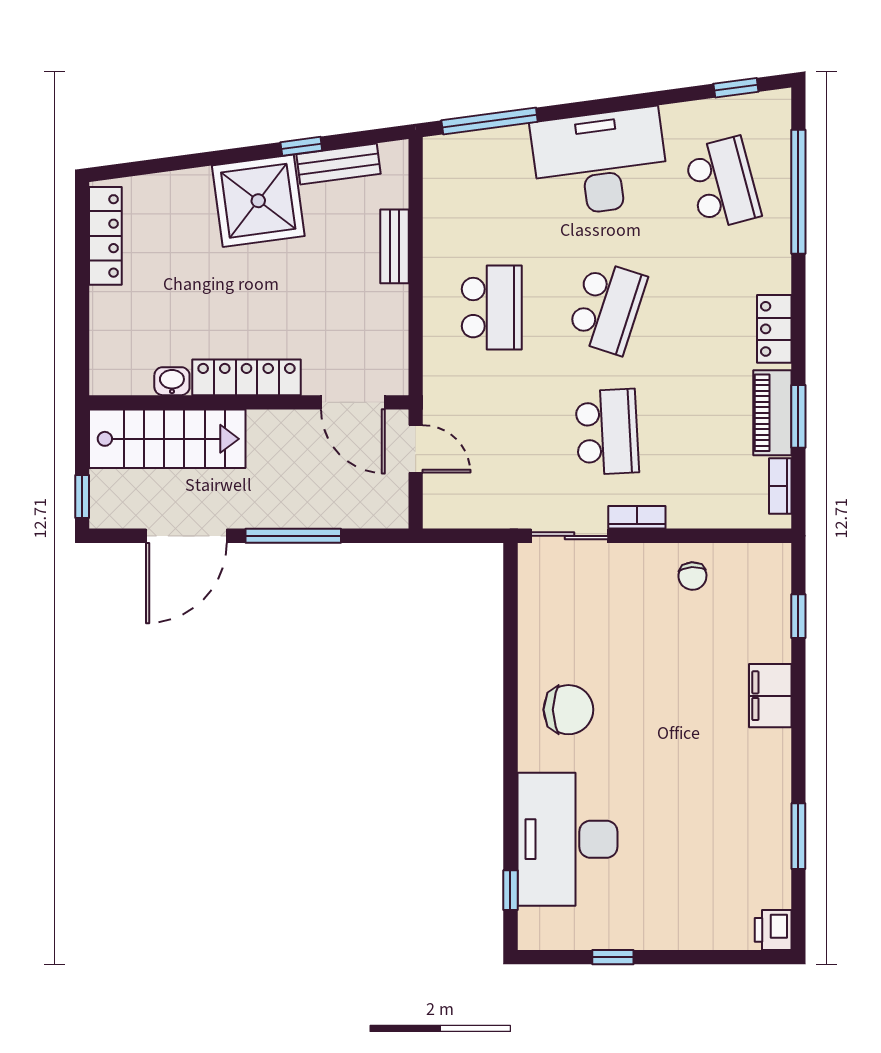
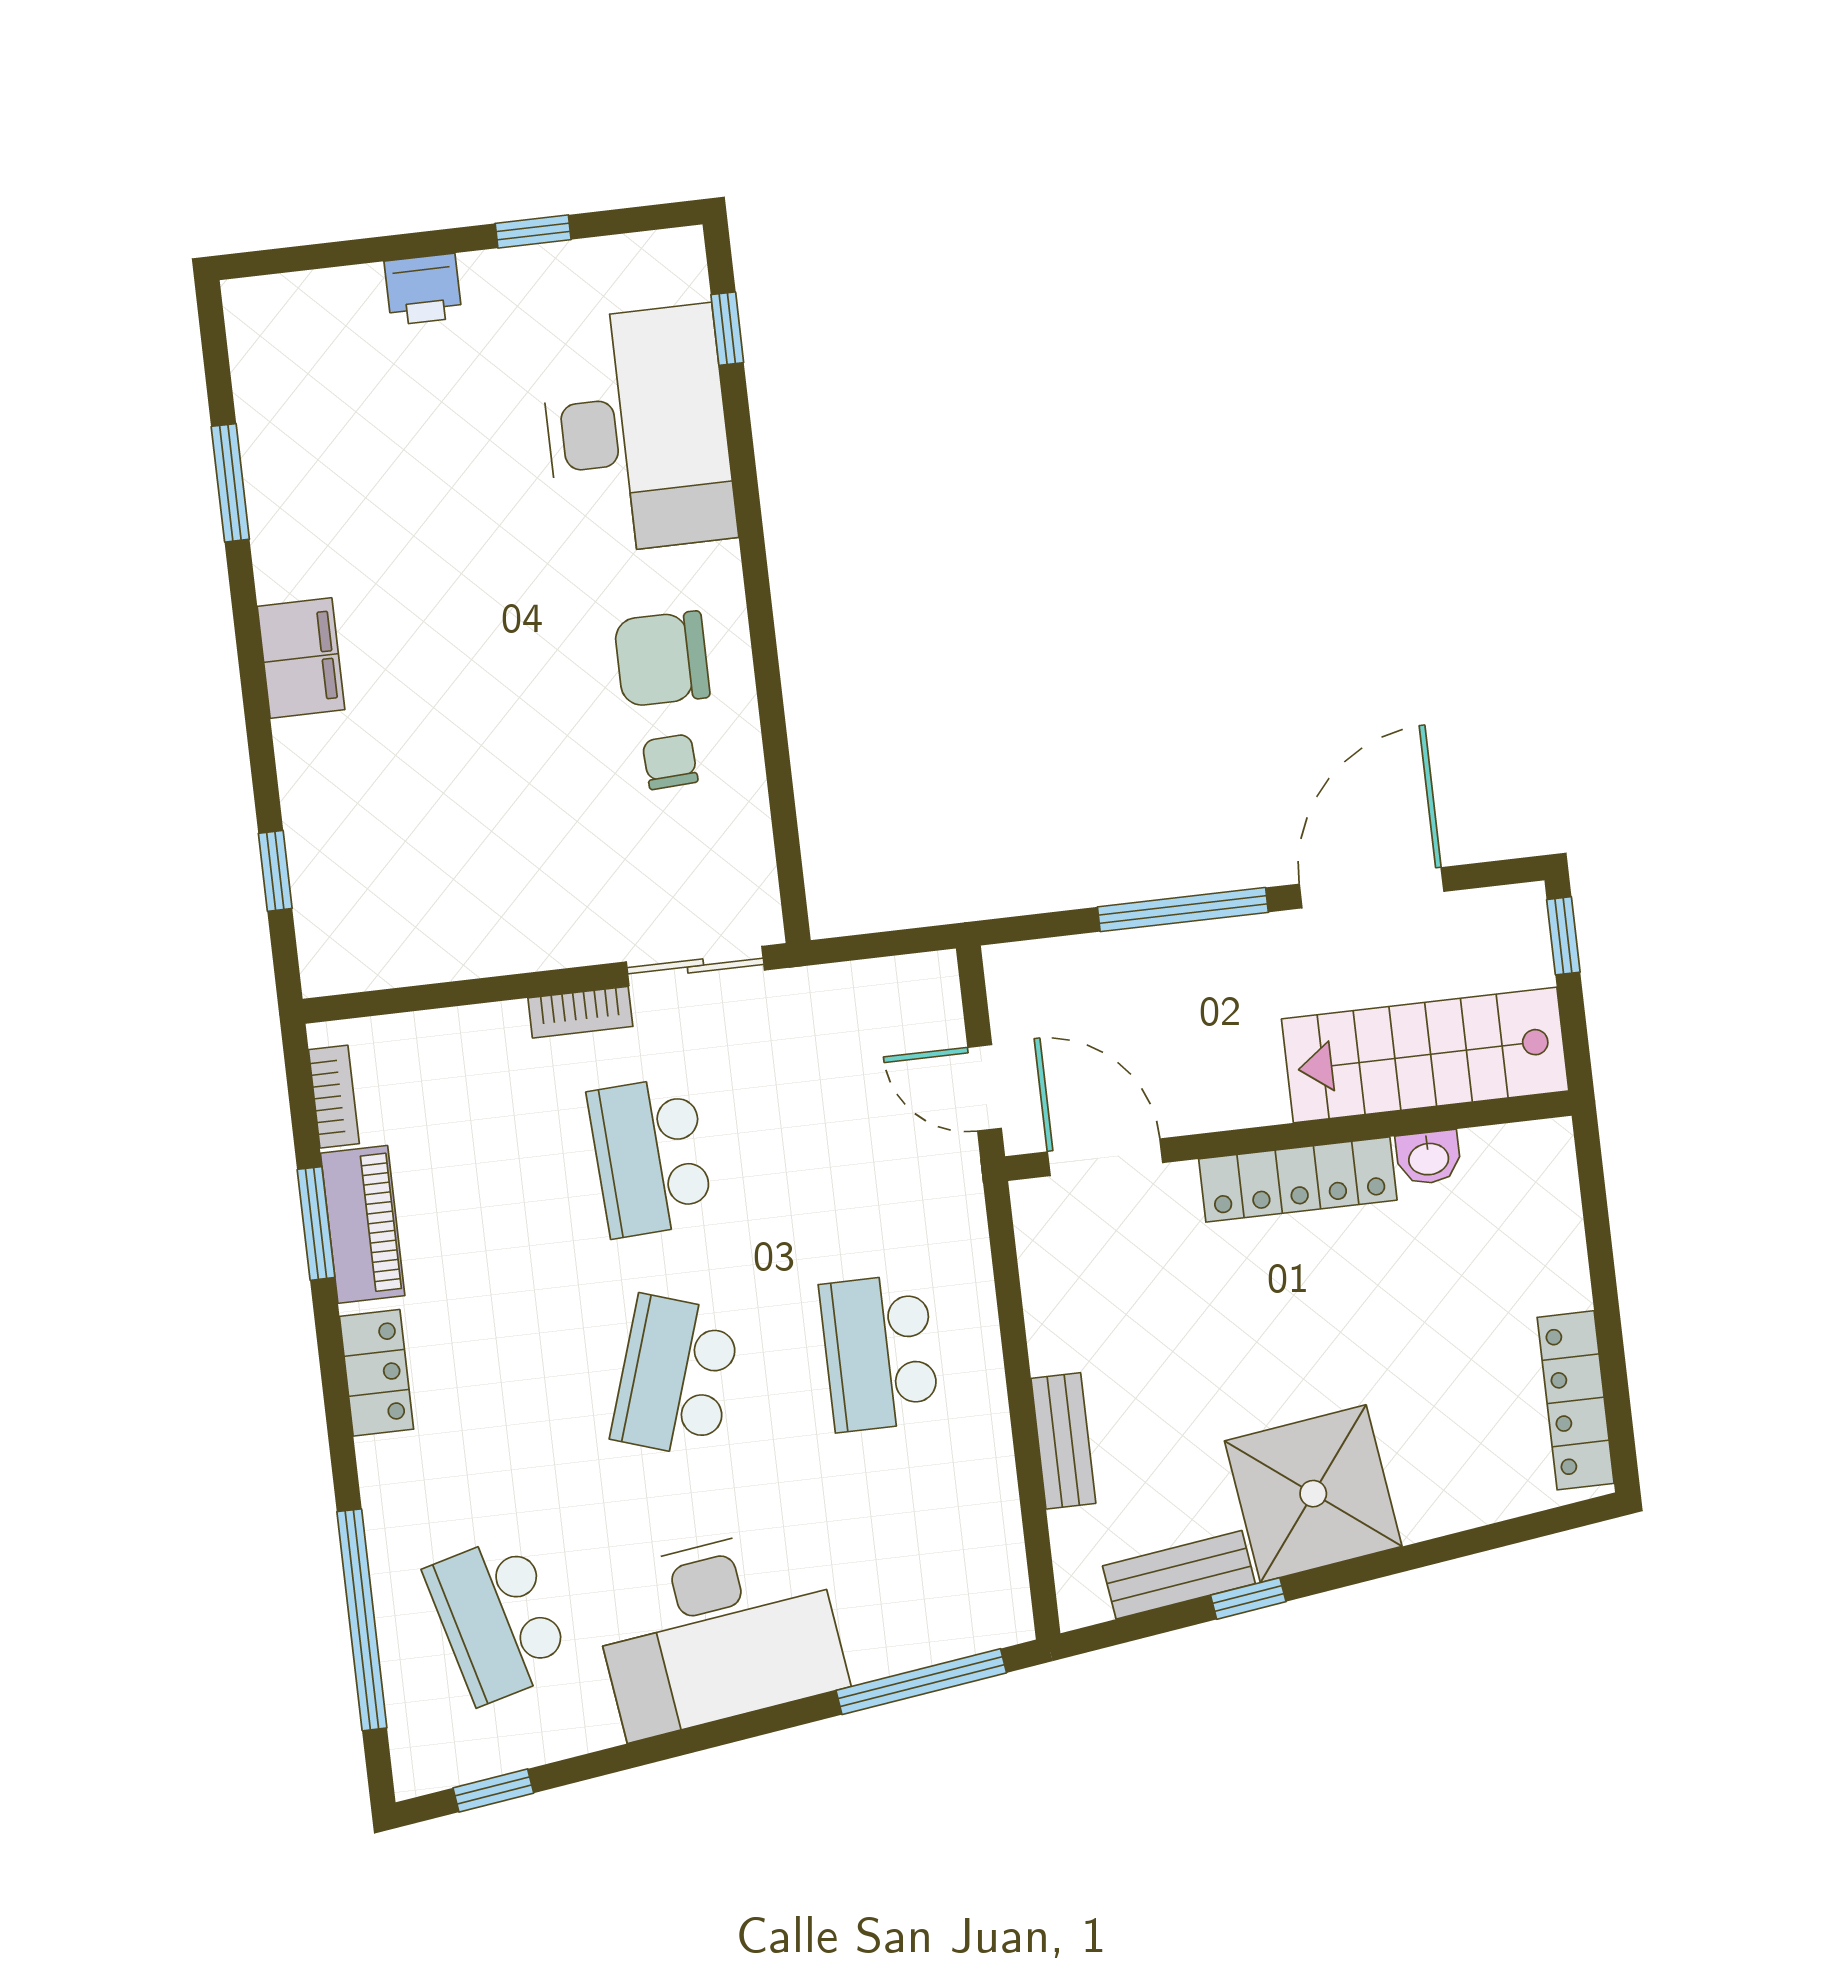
chair: (692, 576) -> (670, 762), moved
filing cabinet: (770, 696) -> (301, 658), moved
printer: (773, 930) -> (423, 289), moved, turned 90

